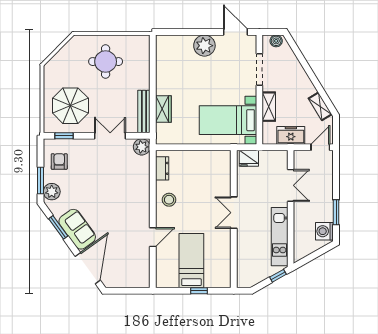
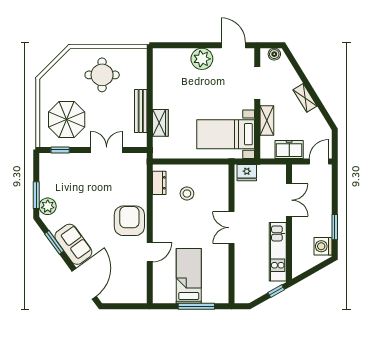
shelving: (320, 106) -> (305, 98), moved
bench: (144, 112) -> (141, 111), moved
plant: (142, 147) -> (139, 161), removed
armchair: (59, 161) -> (129, 221), moved, width x1.88, depth x1.88
stool: (169, 200) -> (187, 194), moved
window: (199, 291) -> (196, 306), width x2.17

